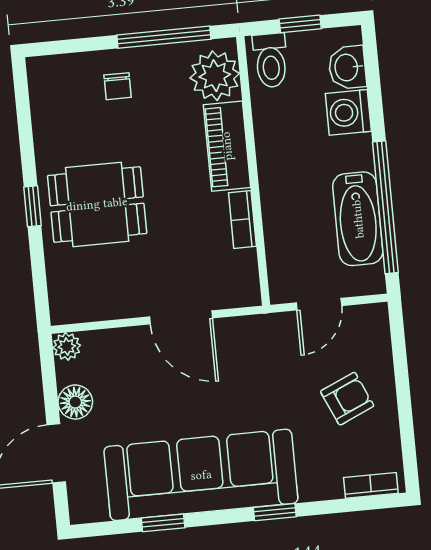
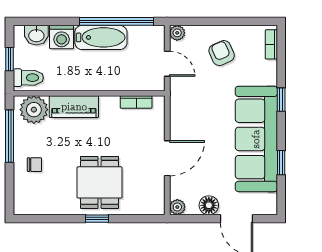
bookcase: (242, 219) -> (136, 102), moved
bathtub: (358, 219) -> (101, 37), moved
door: (181, 317) -> (167, 158), moved
plant: (375, 317) -> (177, 33), added

